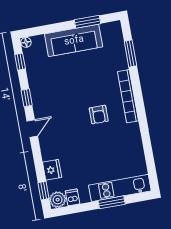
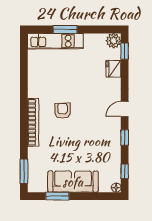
window: (130, 53) -> (24, 171), moved
dishwasher: (73, 197) -> (100, 40), removed

